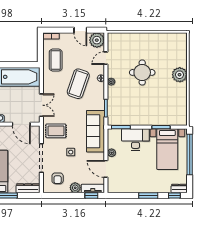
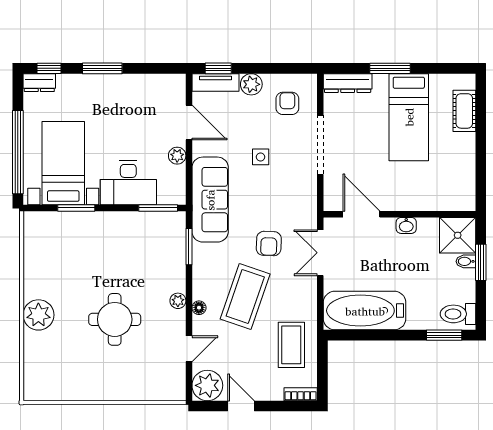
armchair: (67, 110) -> (269, 244), added
rug: (56, 131) -> (291, 200), removed

